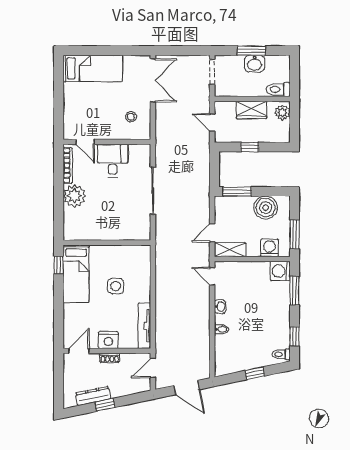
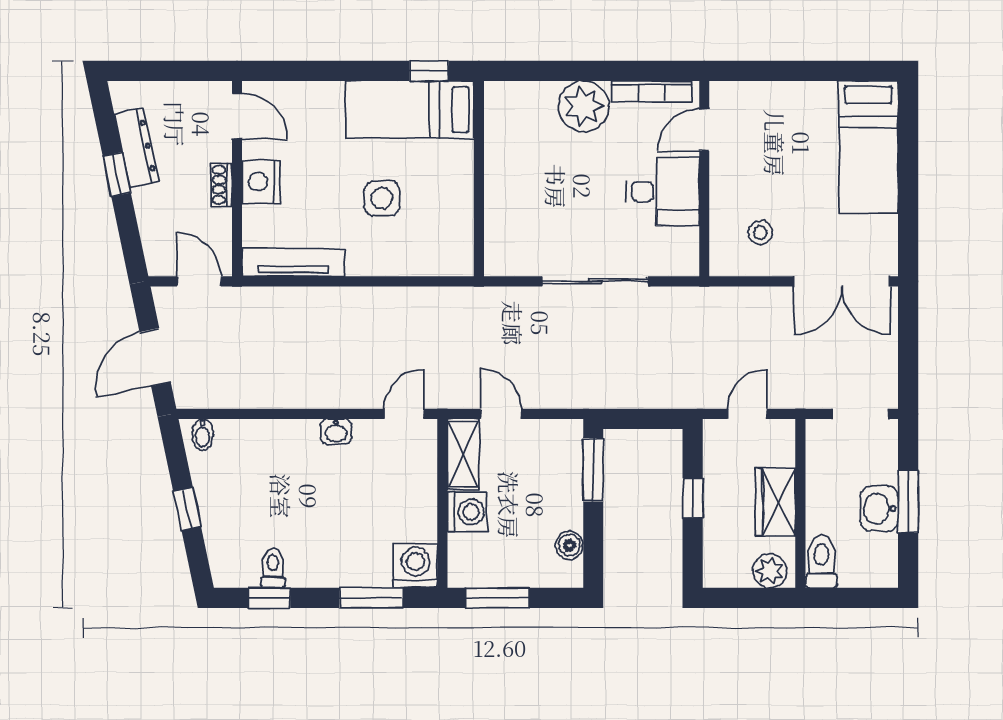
boiler: (266, 208) -> (569, 545), width x0.54, depth x0.54
washing machine: (270, 248) -> (467, 512), moved
bidet: (221, 329) -> (203, 435), moved
toilet: (281, 354) -> (273, 568), moved

